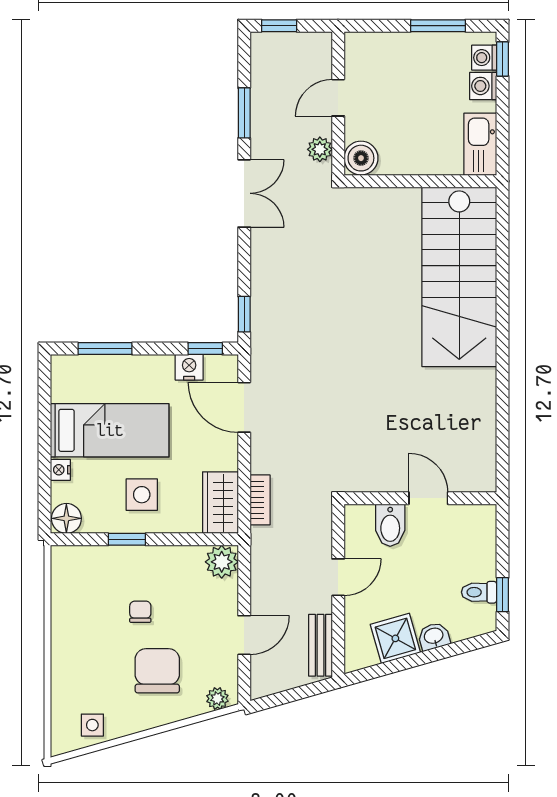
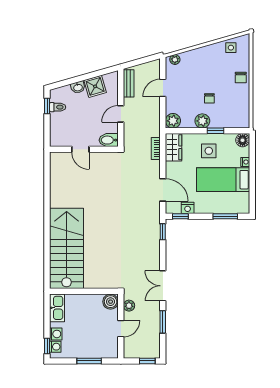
window: (438, 26) -> (89, 361), moved
bidet: (390, 525) -> (109, 140), moved, turned -90
plant: (156, 561) -> (202, 121), added
chair: (157, 671) -> (241, 77), moved, width x0.54, depth x0.54

